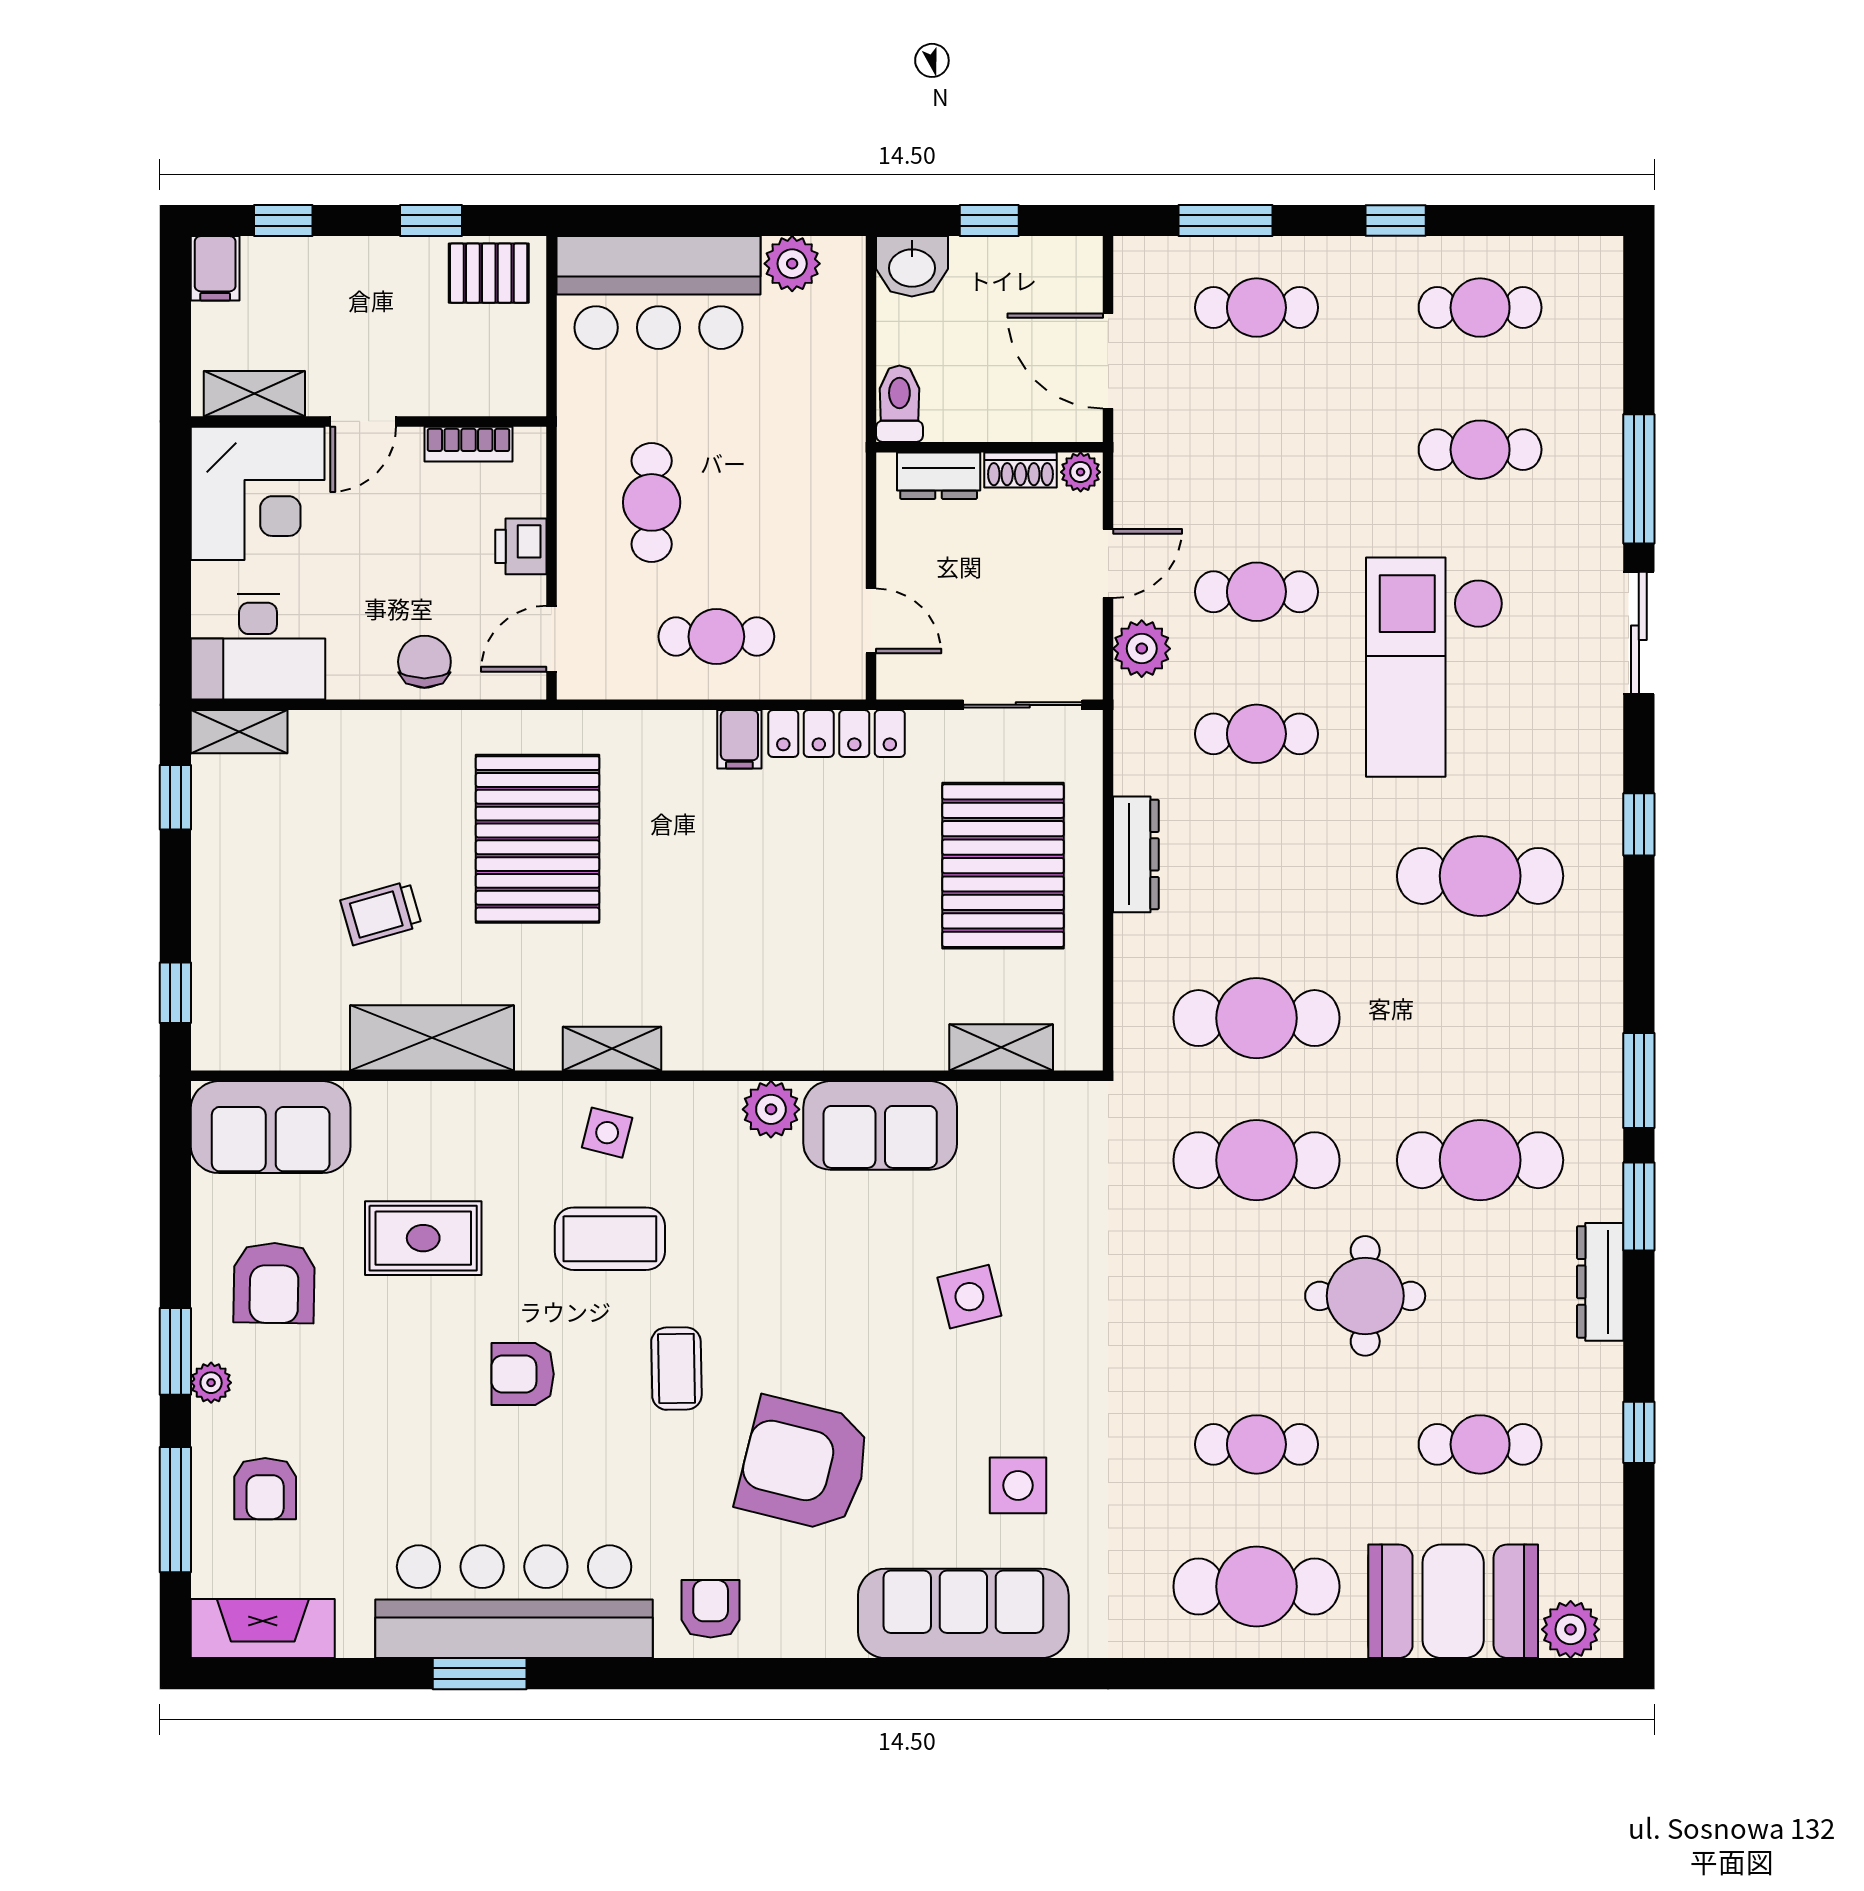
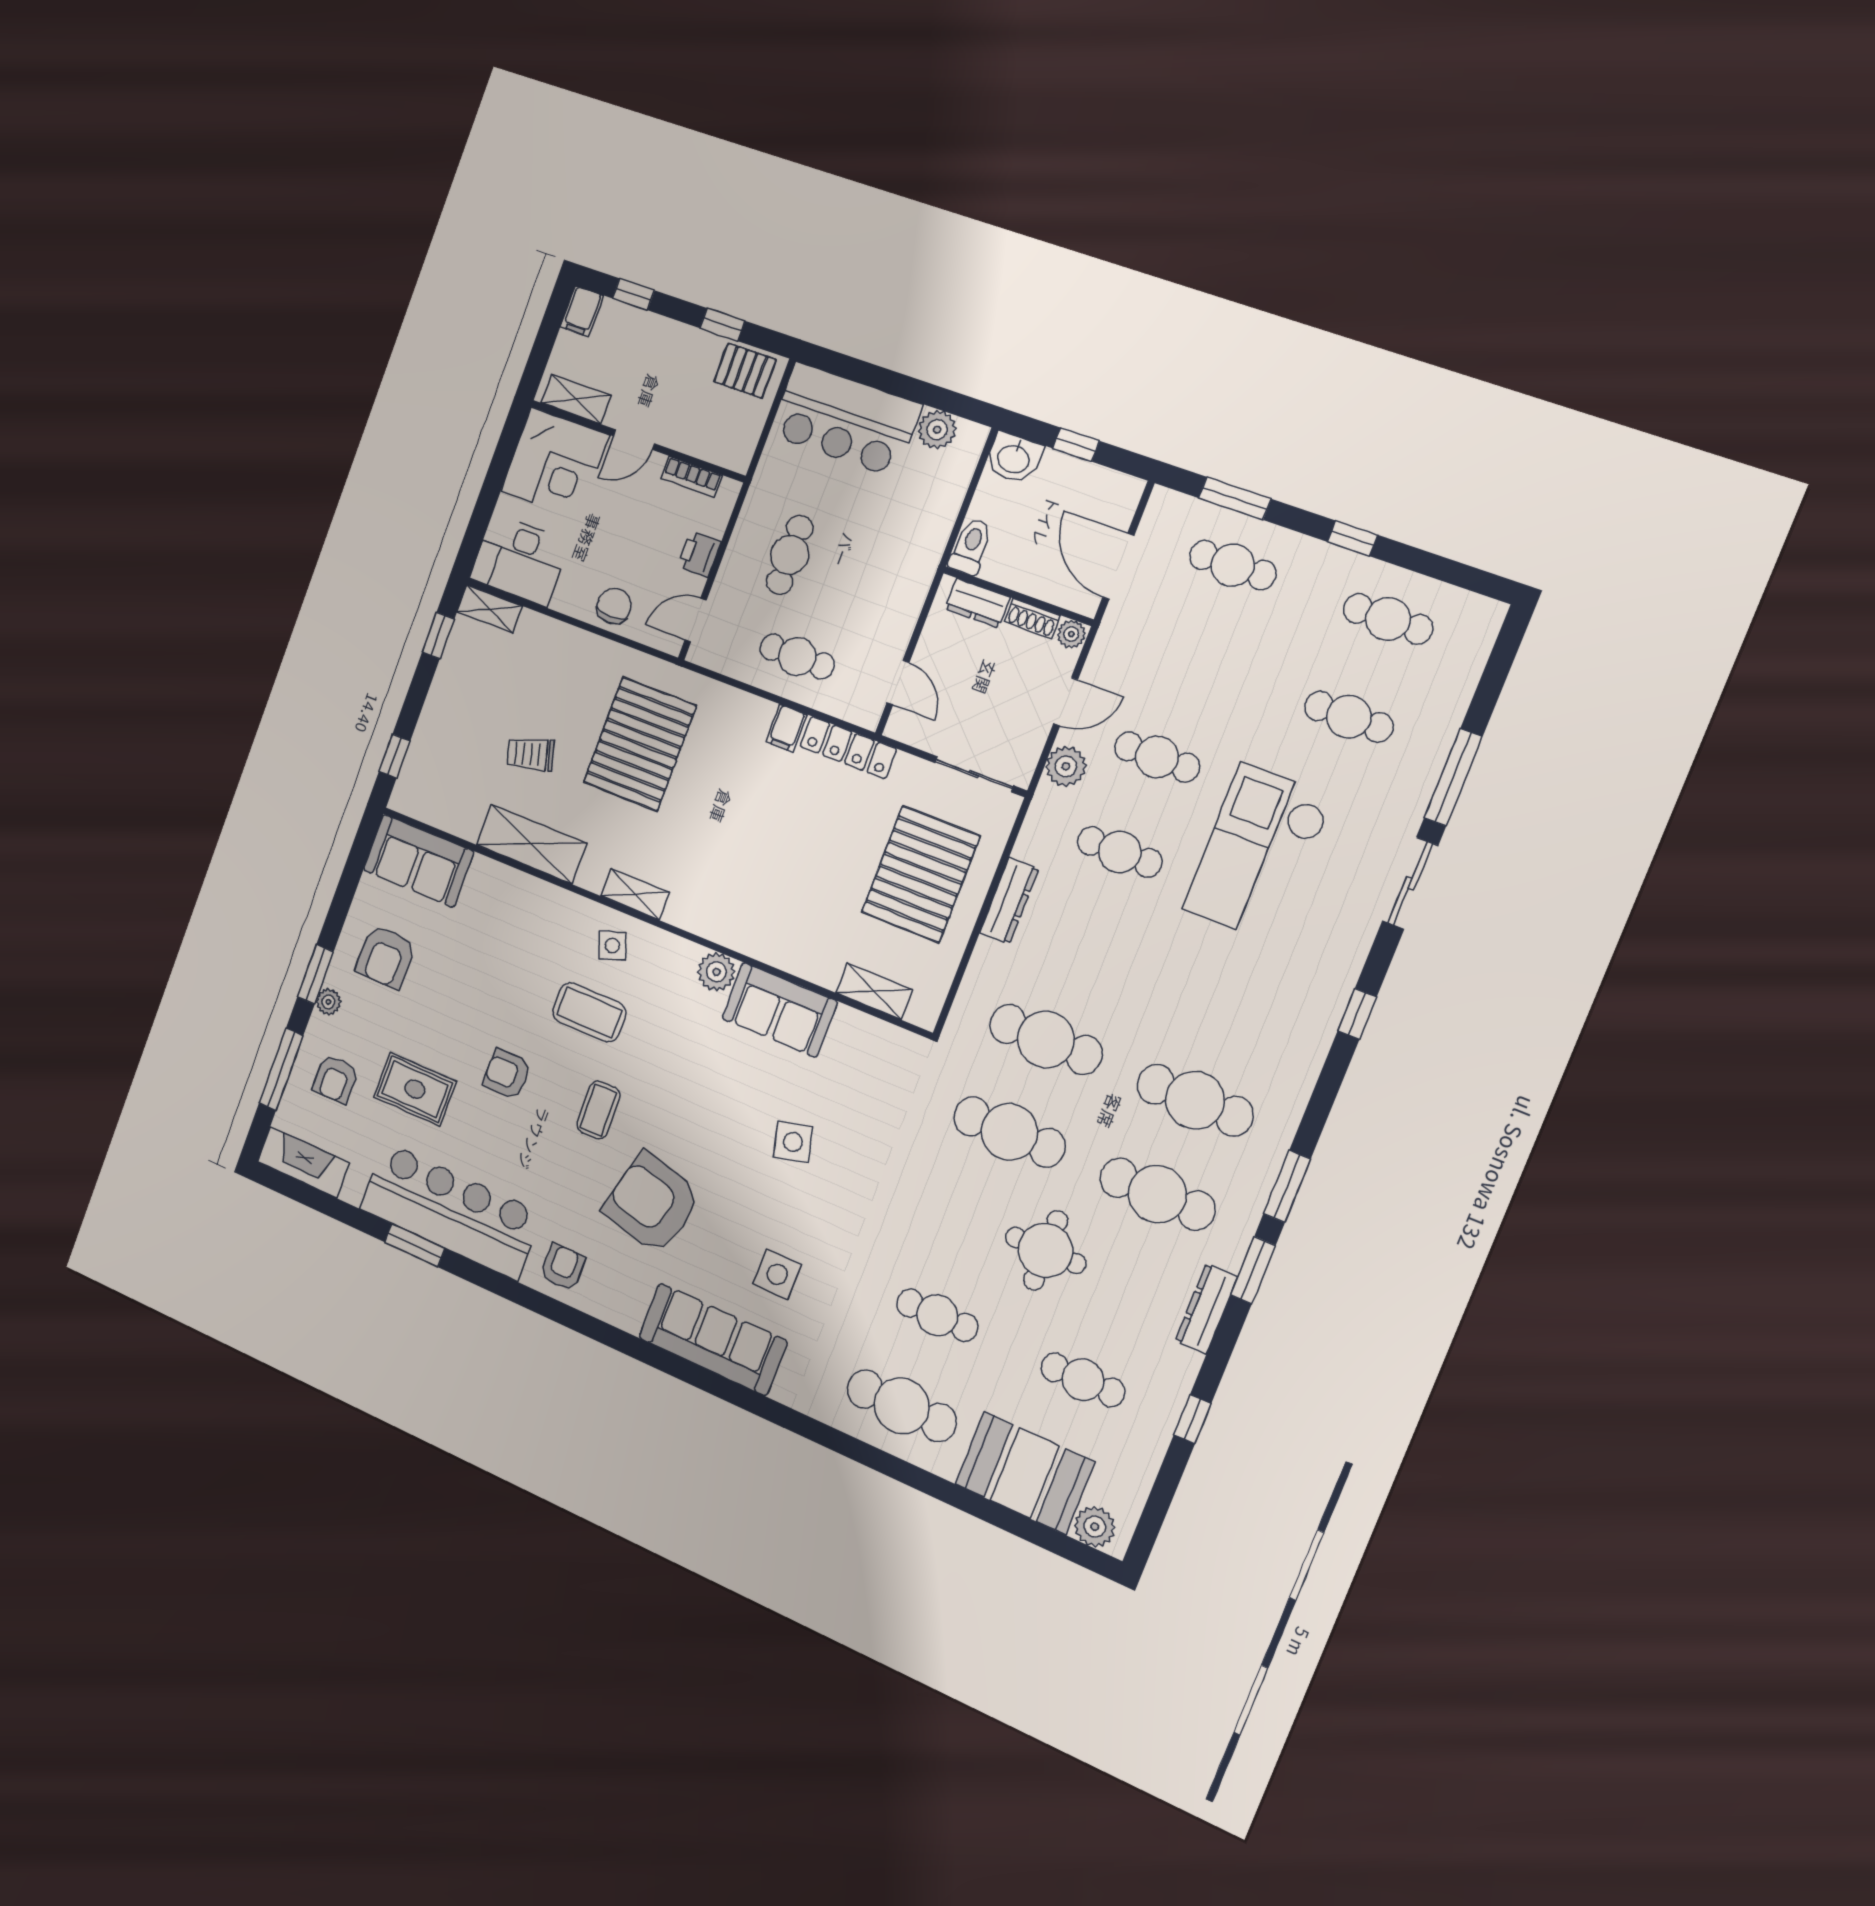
cafe table: (1480, 876) -> (1195, 1100), moved
side table: (607, 1133) -> (612, 946), turned -34
rug: (423, 1238) -> (415, 1089), moved

